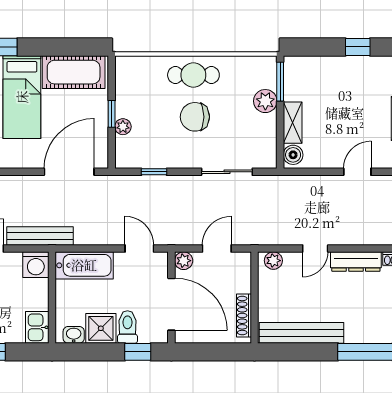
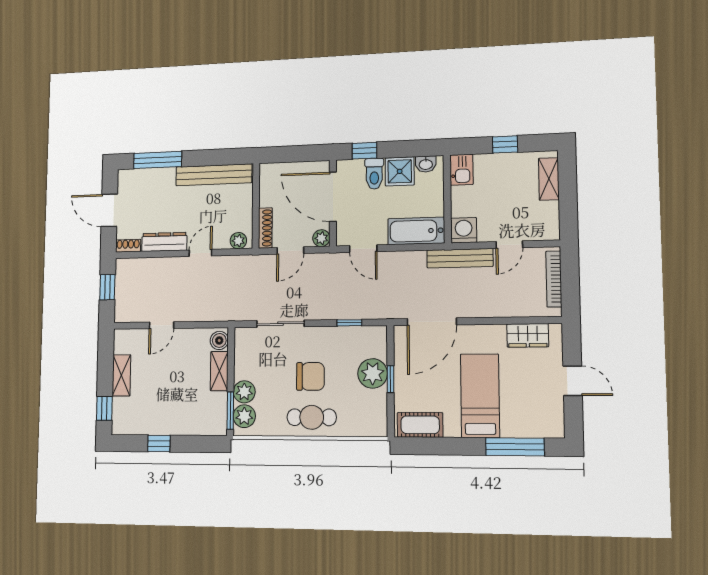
cot: (74, 72) -> (420, 425), width x0.73, depth x0.75
plant: (265, 76) -> (244, 416), added
plant: (123, 127) -> (373, 373), width x1.88, depth x1.88
shoe rack: (244, 316) -> (265, 228), moved

